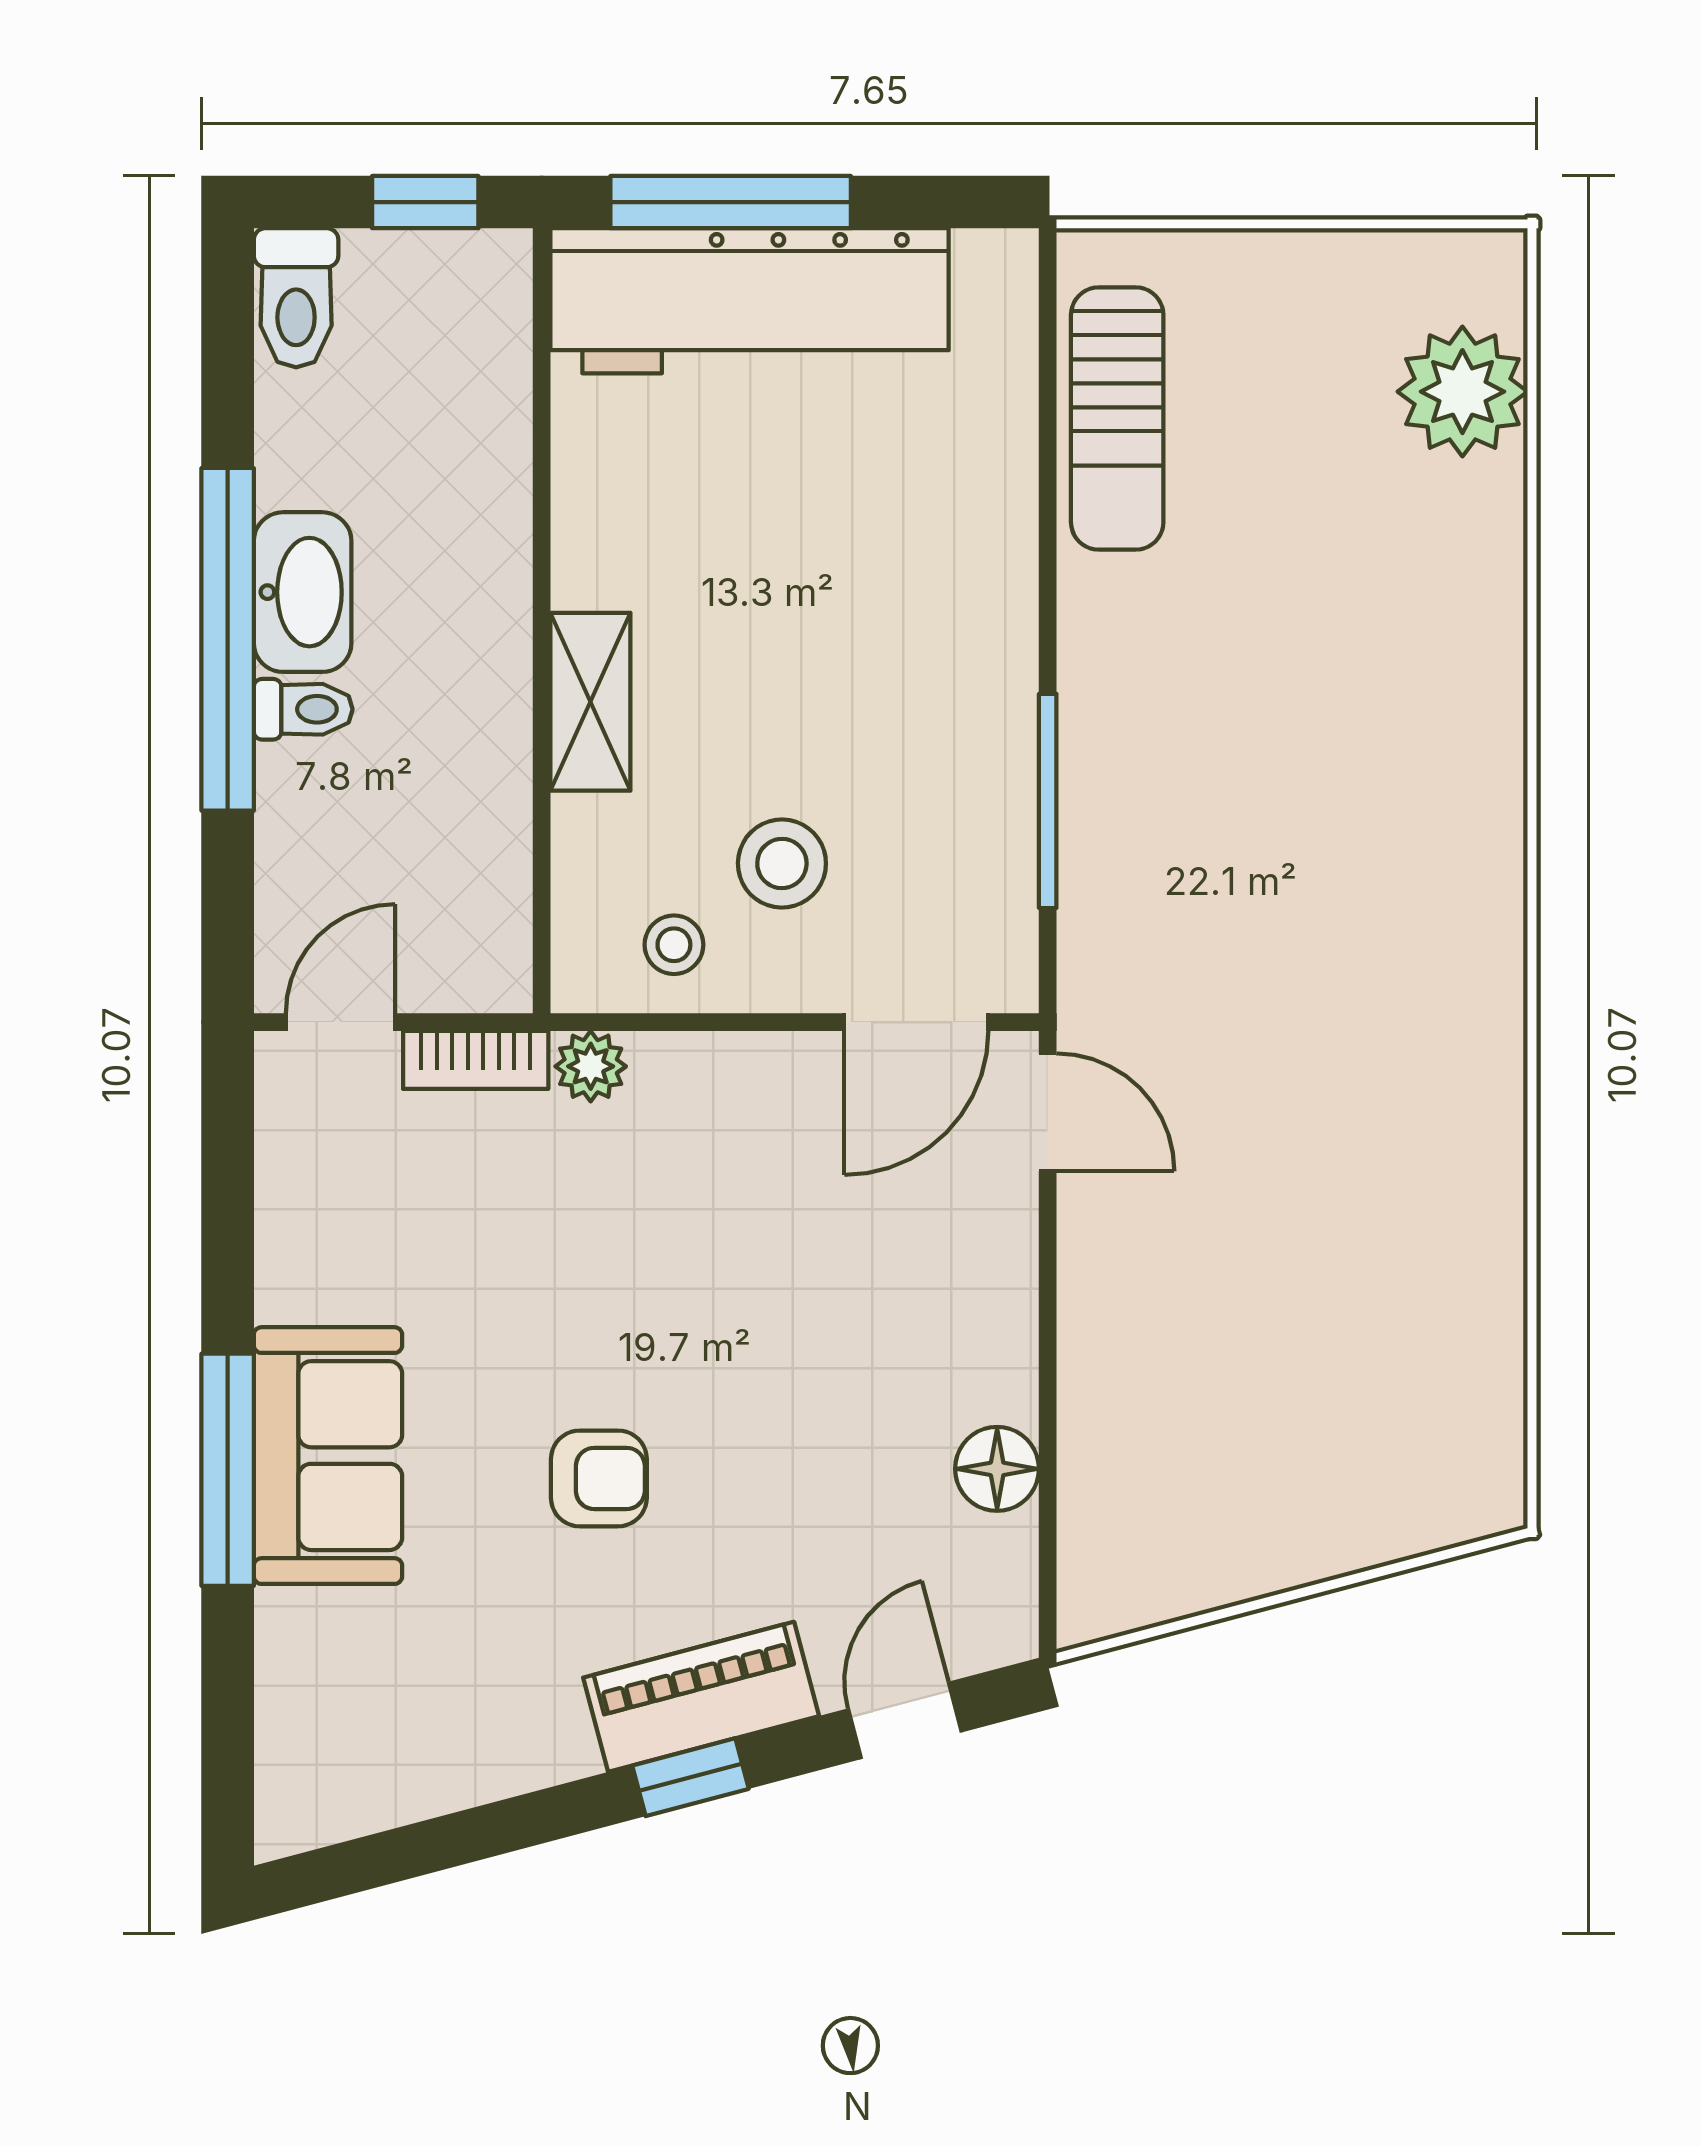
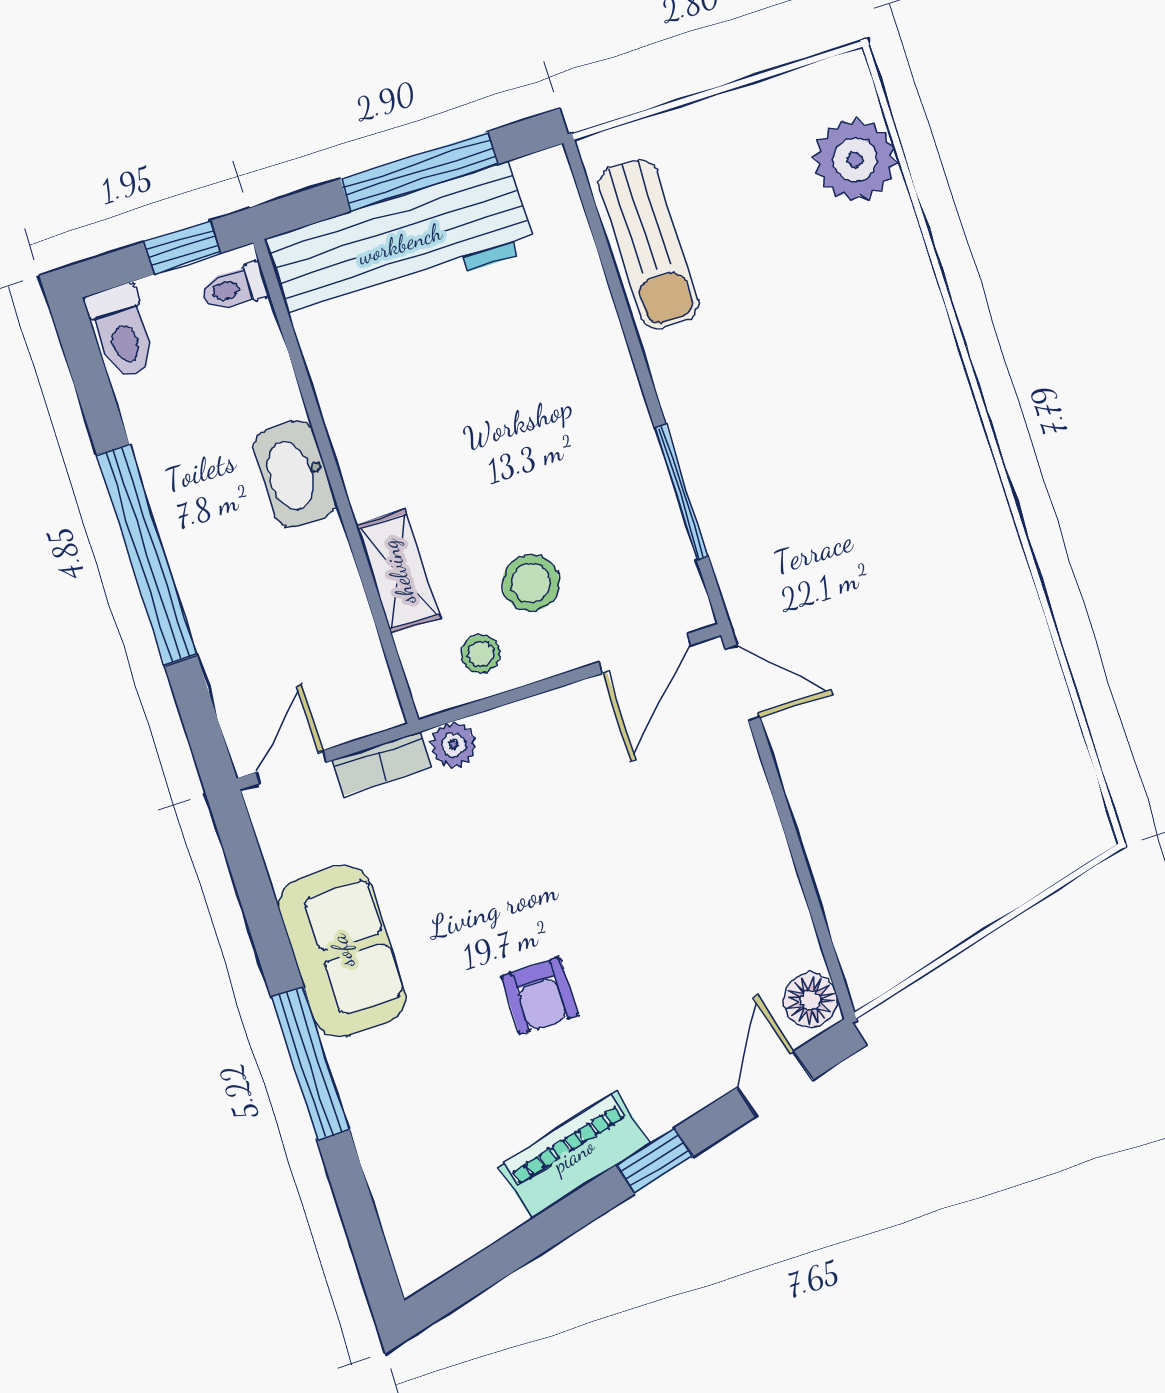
window: (731, 202) -> (419, 172), moved
washbasin: (303, 592) -> (294, 474), moved, turned 180
shelving: (590, 702) -> (398, 572), moved
toilet: (303, 709) -> (234, 288), moved, turned 180
sofa: (328, 1456) -> (342, 951), moved
floor lamp: (997, 1469) -> (810, 1000), moved
armchair: (599, 1478) -> (540, 996), turned 90
piano: (701, 1697) -> (574, 1155), moved

